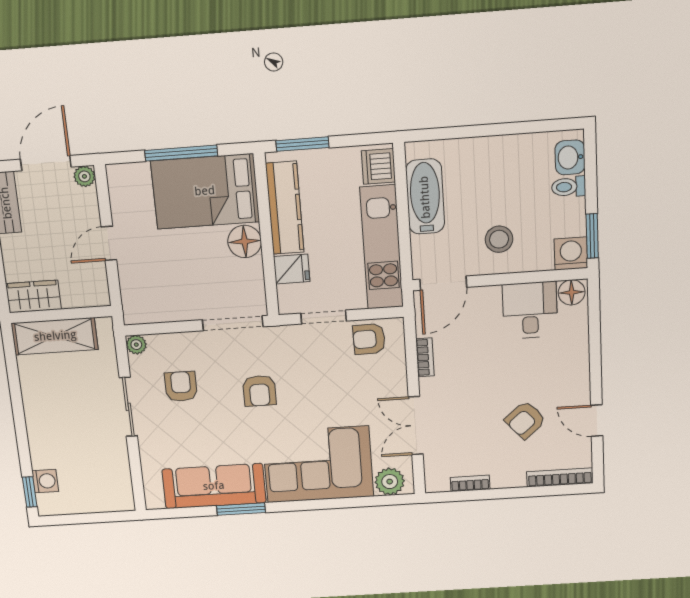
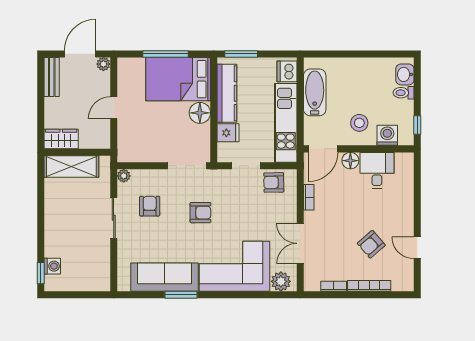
window: (592, 236) -> (417, 125), width x0.67
washing machine: (571, 254) -> (387, 135), moved
floor lamp: (572, 292) -> (350, 161), moved
armchair: (259, 391) -> (200, 213), turned -90
bookcase: (560, 477) -> (369, 286), moved

